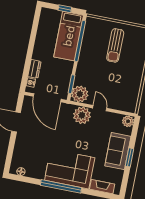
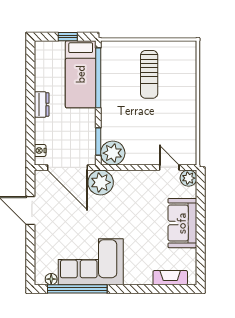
dresser: (34, 69) -> (42, 104), moved
door: (100, 108) -> (169, 168), moved
plant: (82, 115) -> (101, 182), moved
window: (129, 157) -> (201, 229), removed
corner sofa: (70, 169) -> (91, 262), moved
window: (61, 186) -> (77, 289), moved

